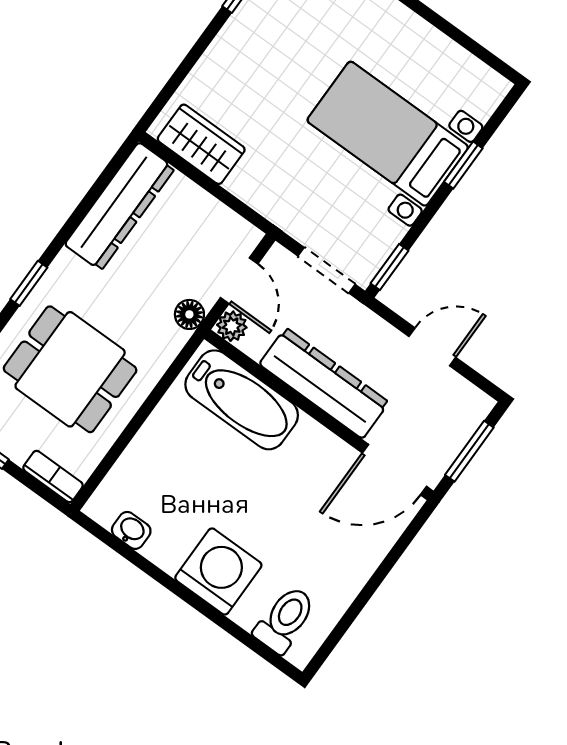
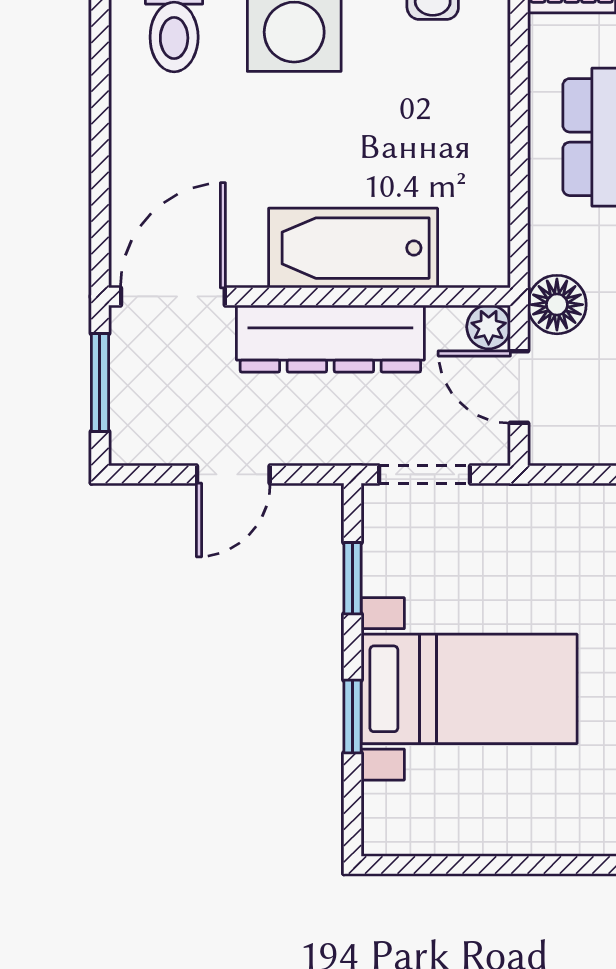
window: (390, 267) -> (353, 578), moved
floor lamp: (189, 314) -> (557, 305), width x1.37, depth x1.37
bathtub: (242, 400) -> (353, 248), moved

